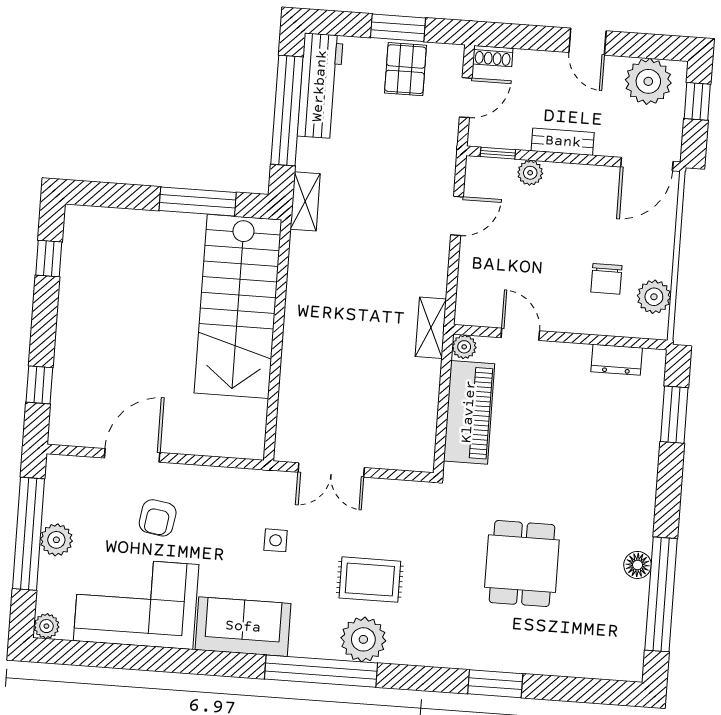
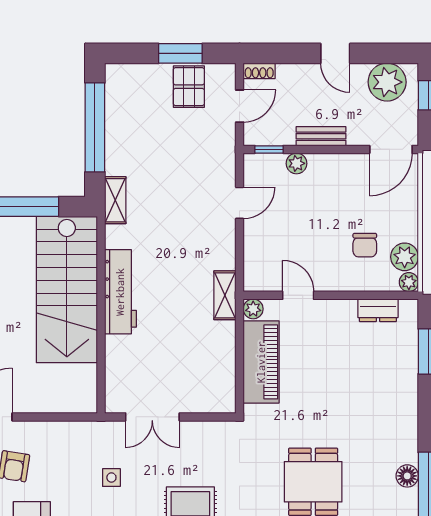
workbench: (320, 86) -> (120, 292), moved
plant: (657, 328) -> (409, 282), added

